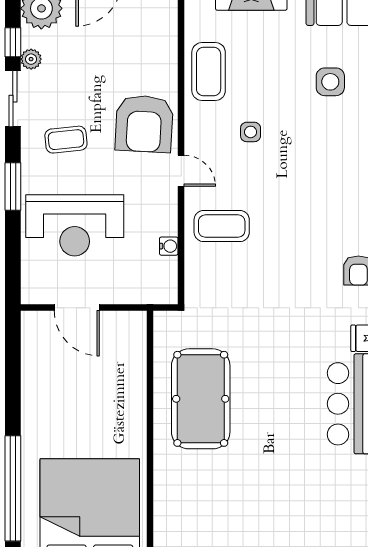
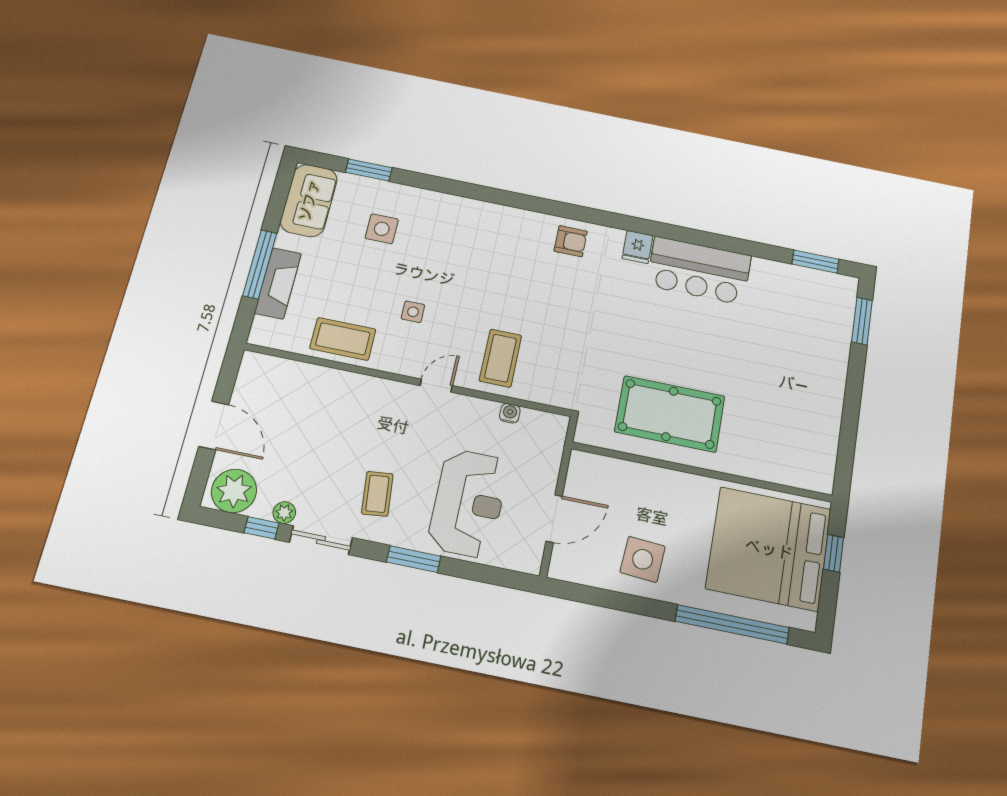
armchair: (144, 124) -> (380, 412), removed
side table: (56, 396) -> (643, 559), added

